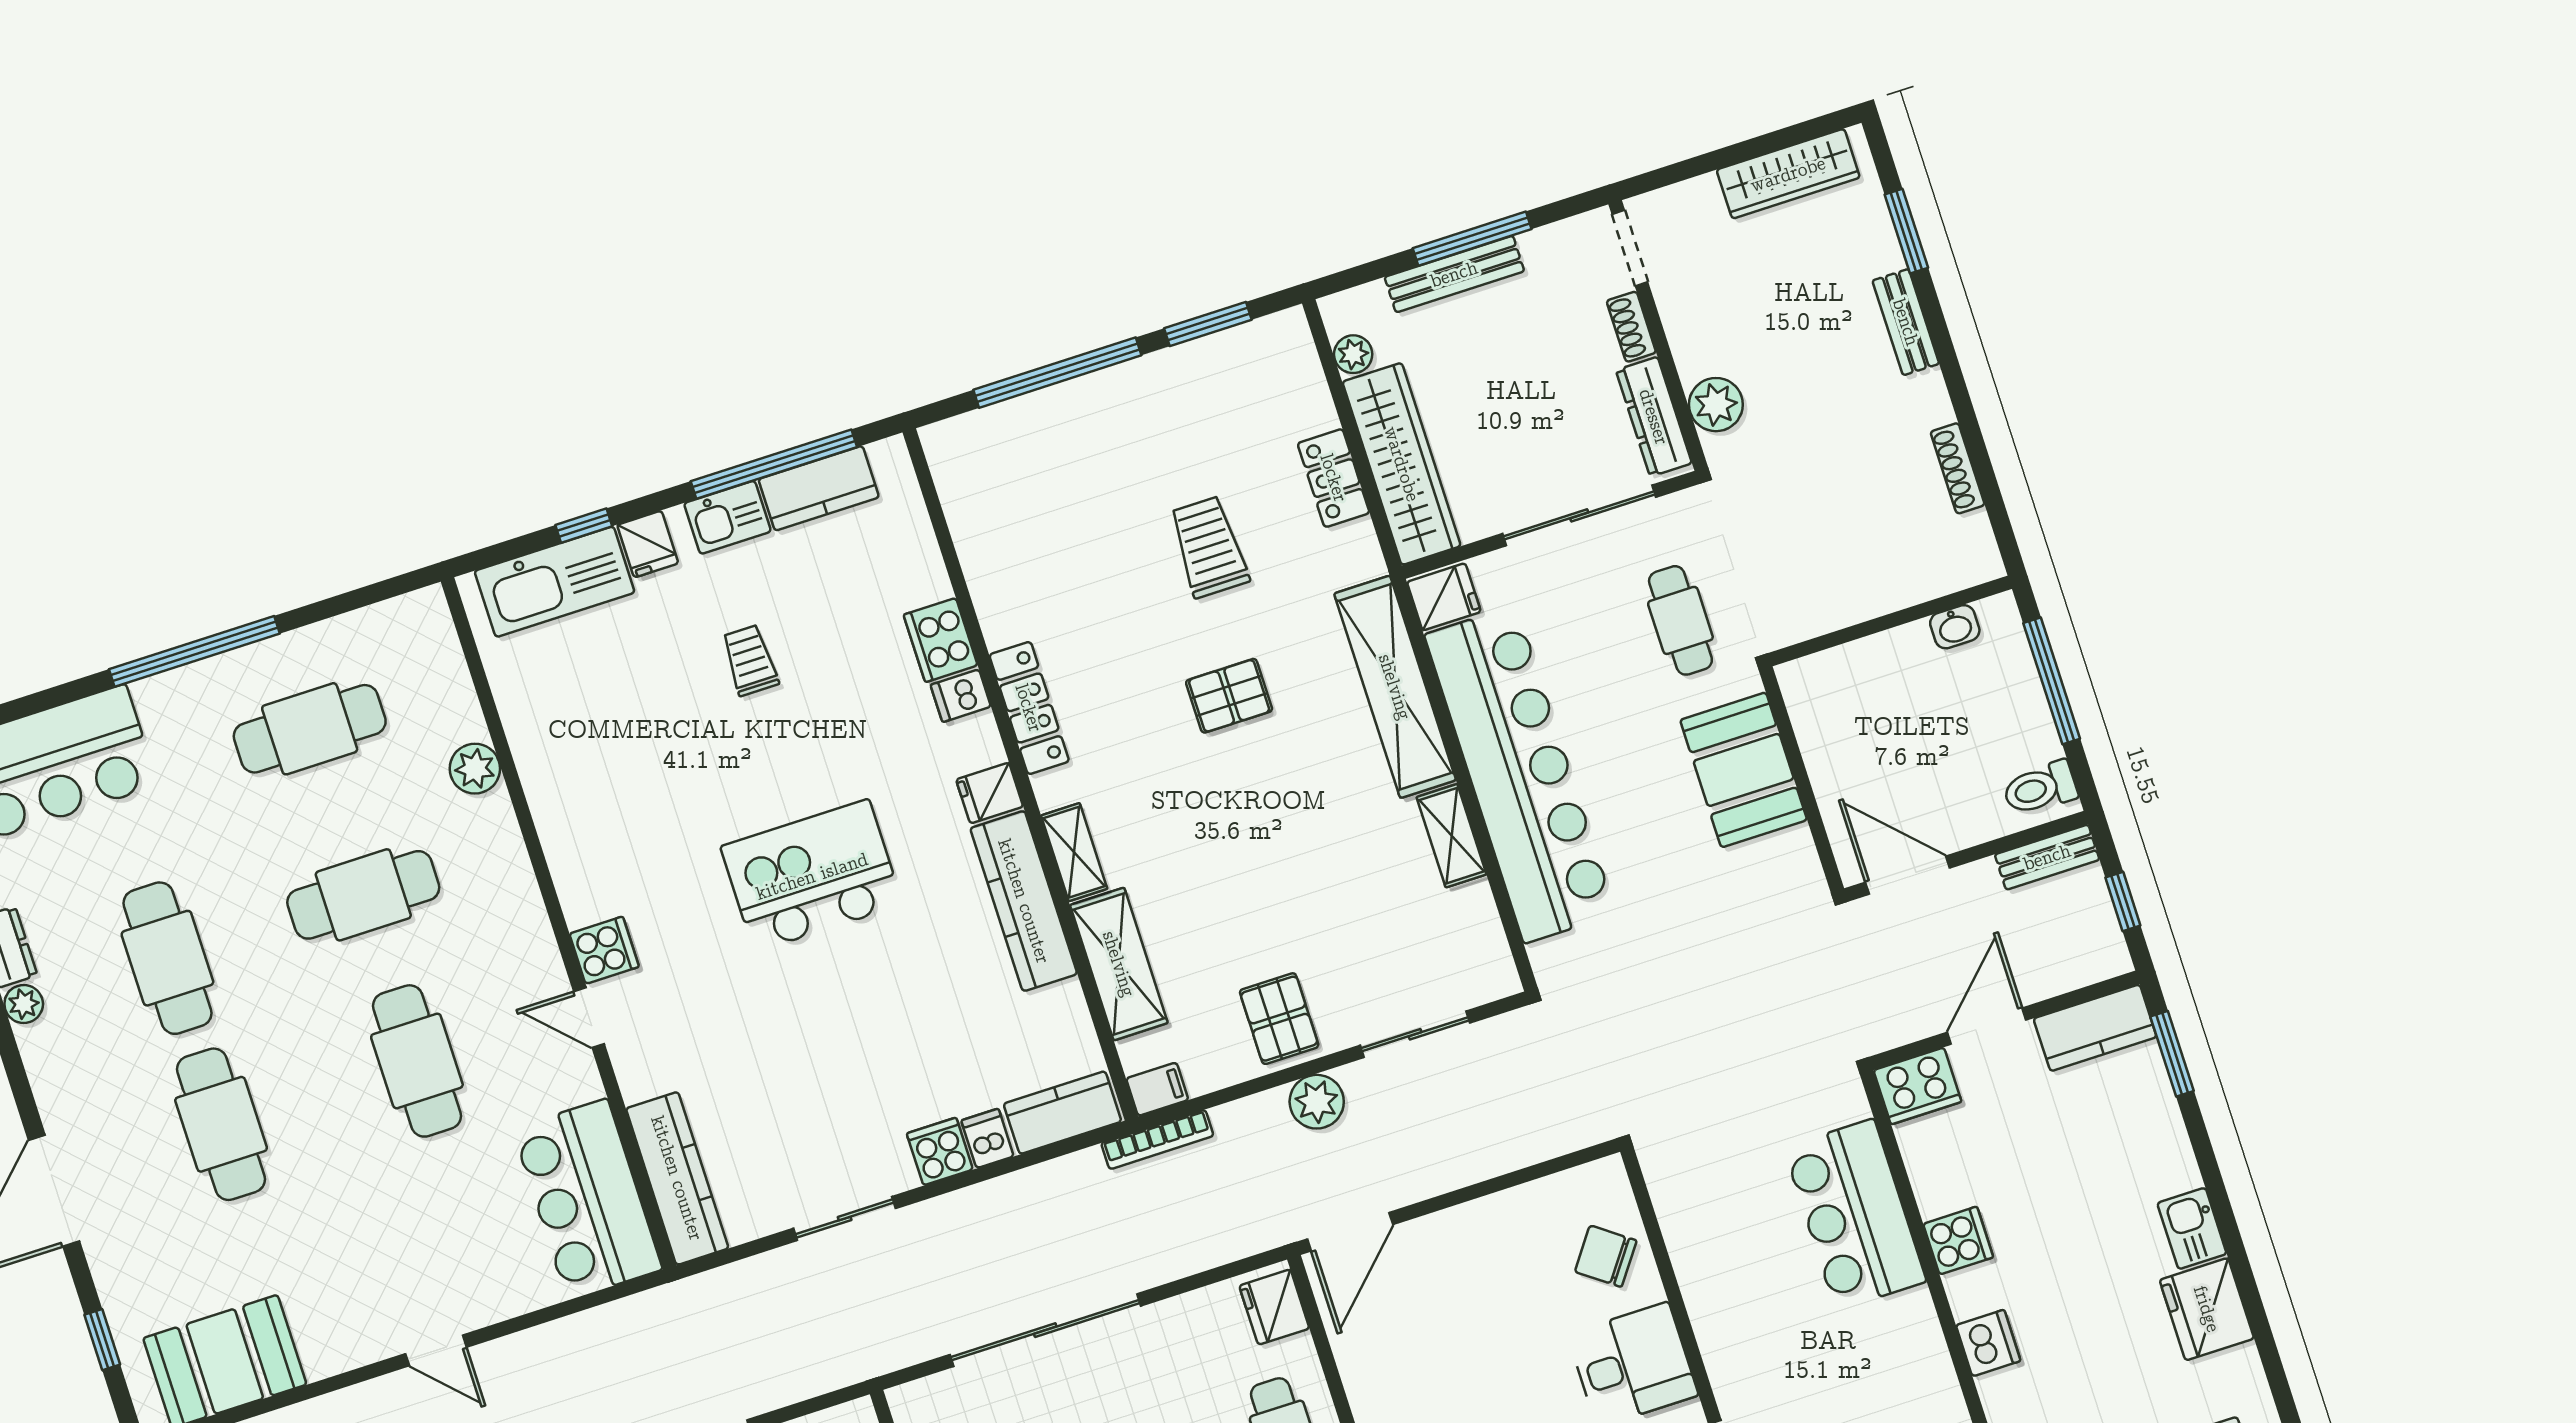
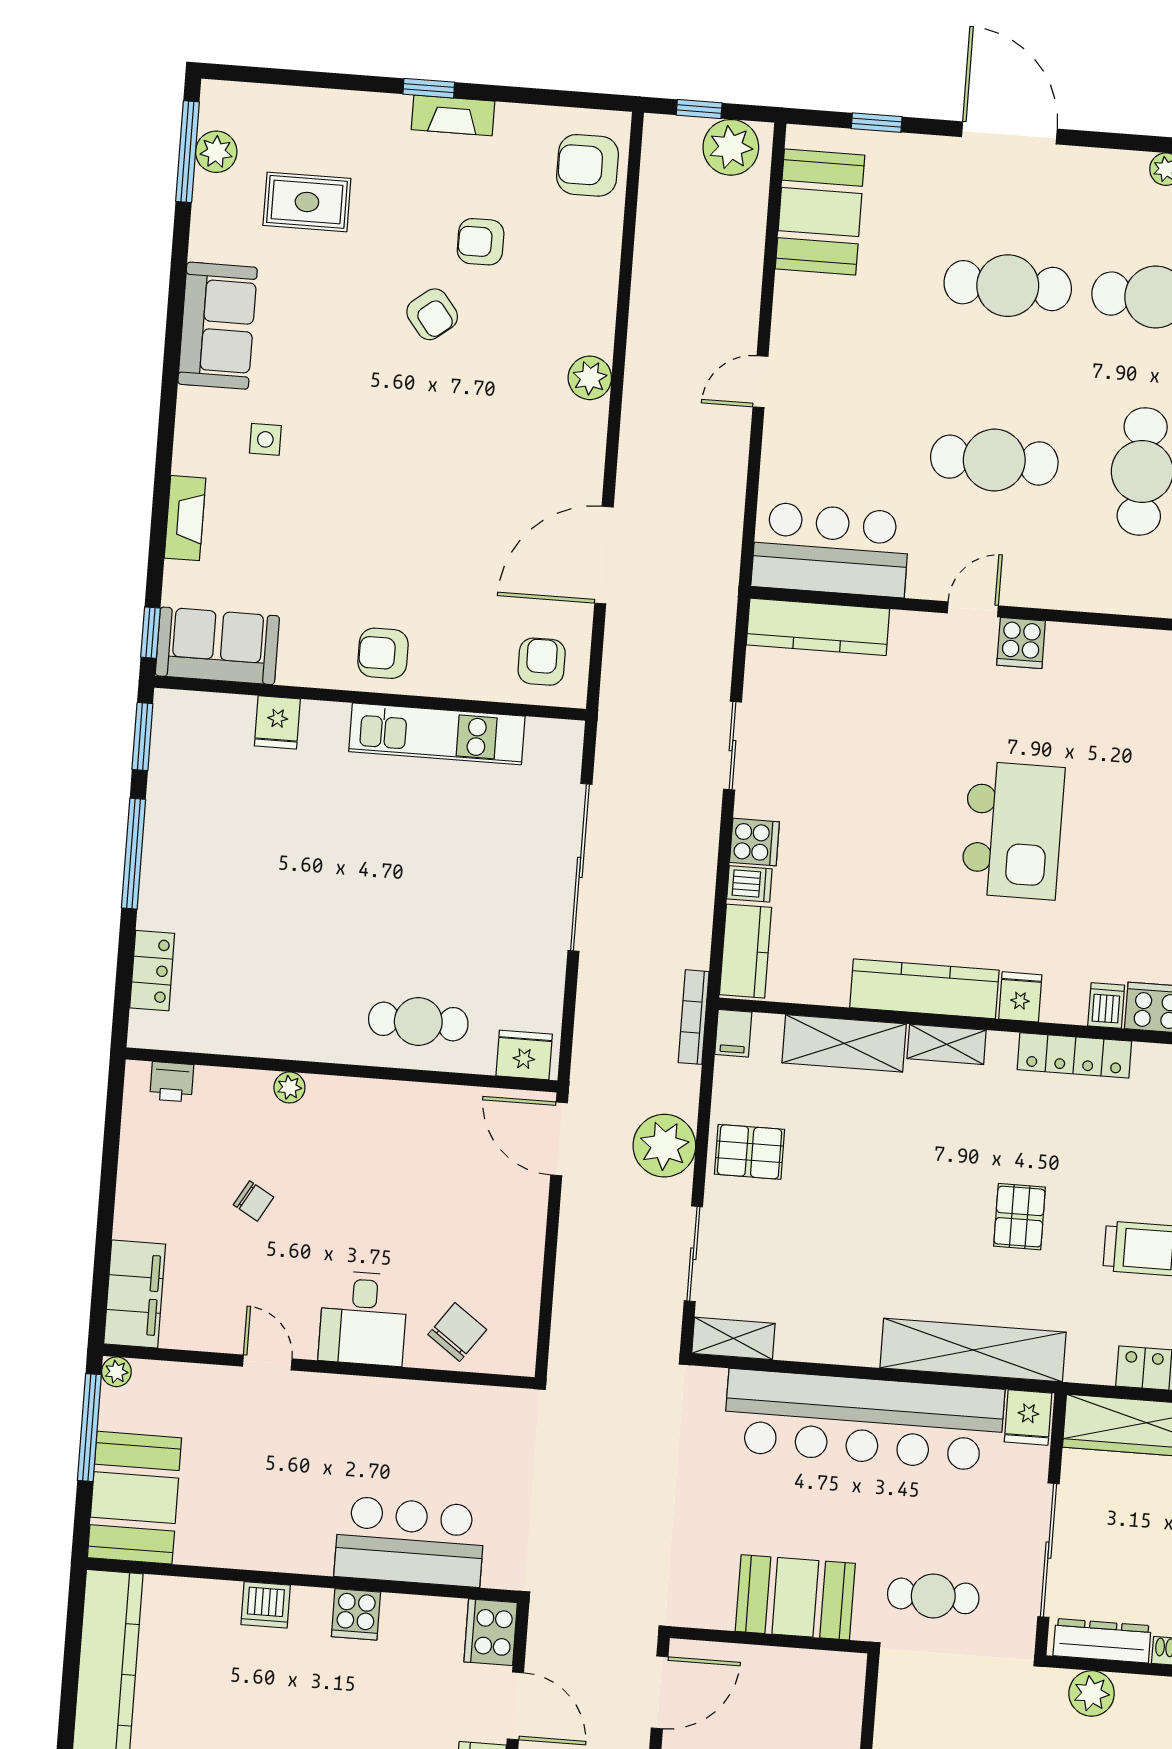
shelving: (1452, 836) -> (733, 1338), moved
plant: (1317, 1102) -> (664, 1146), width x1.36, depth x1.36

